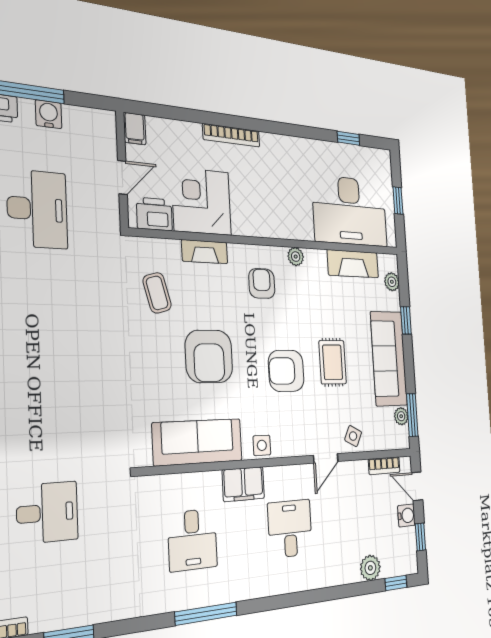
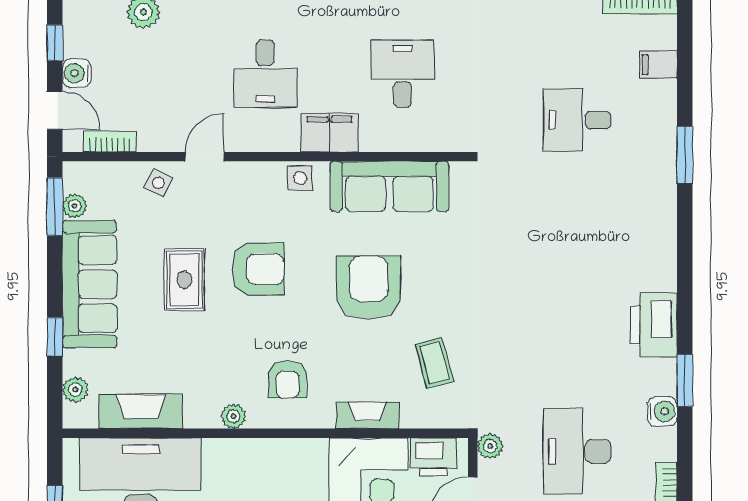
plant: (110, 219) -> (490, 446), added

